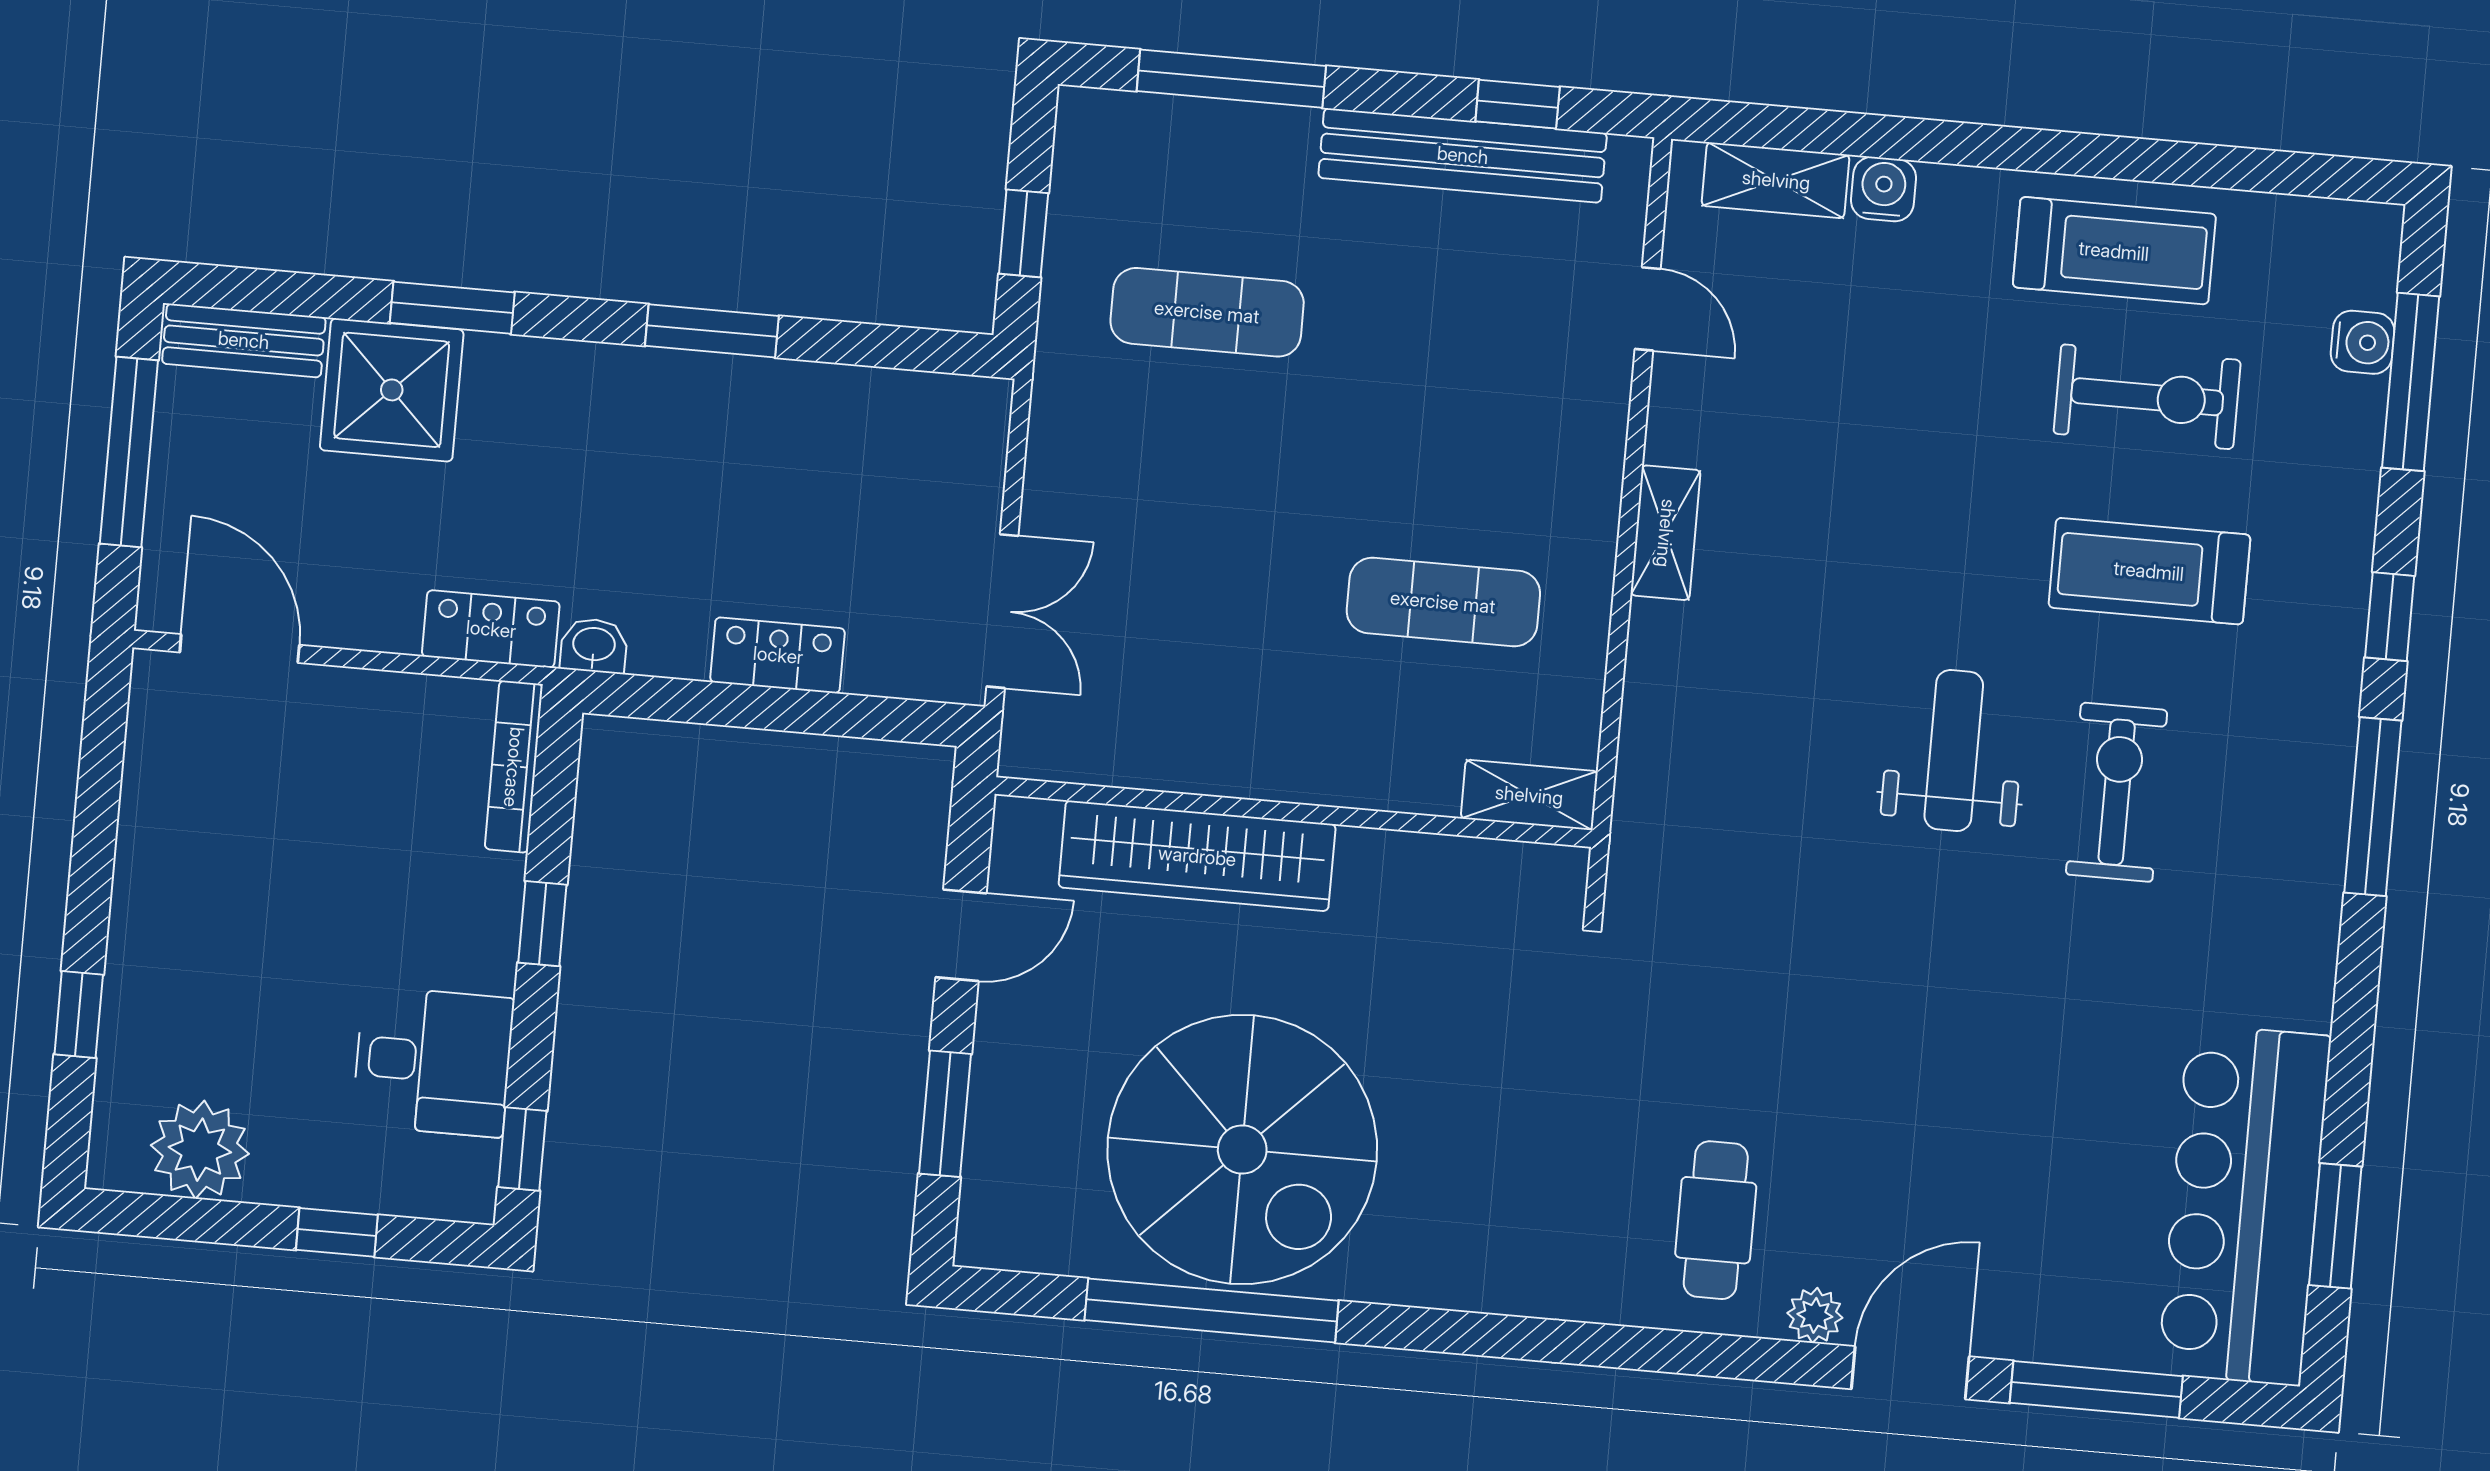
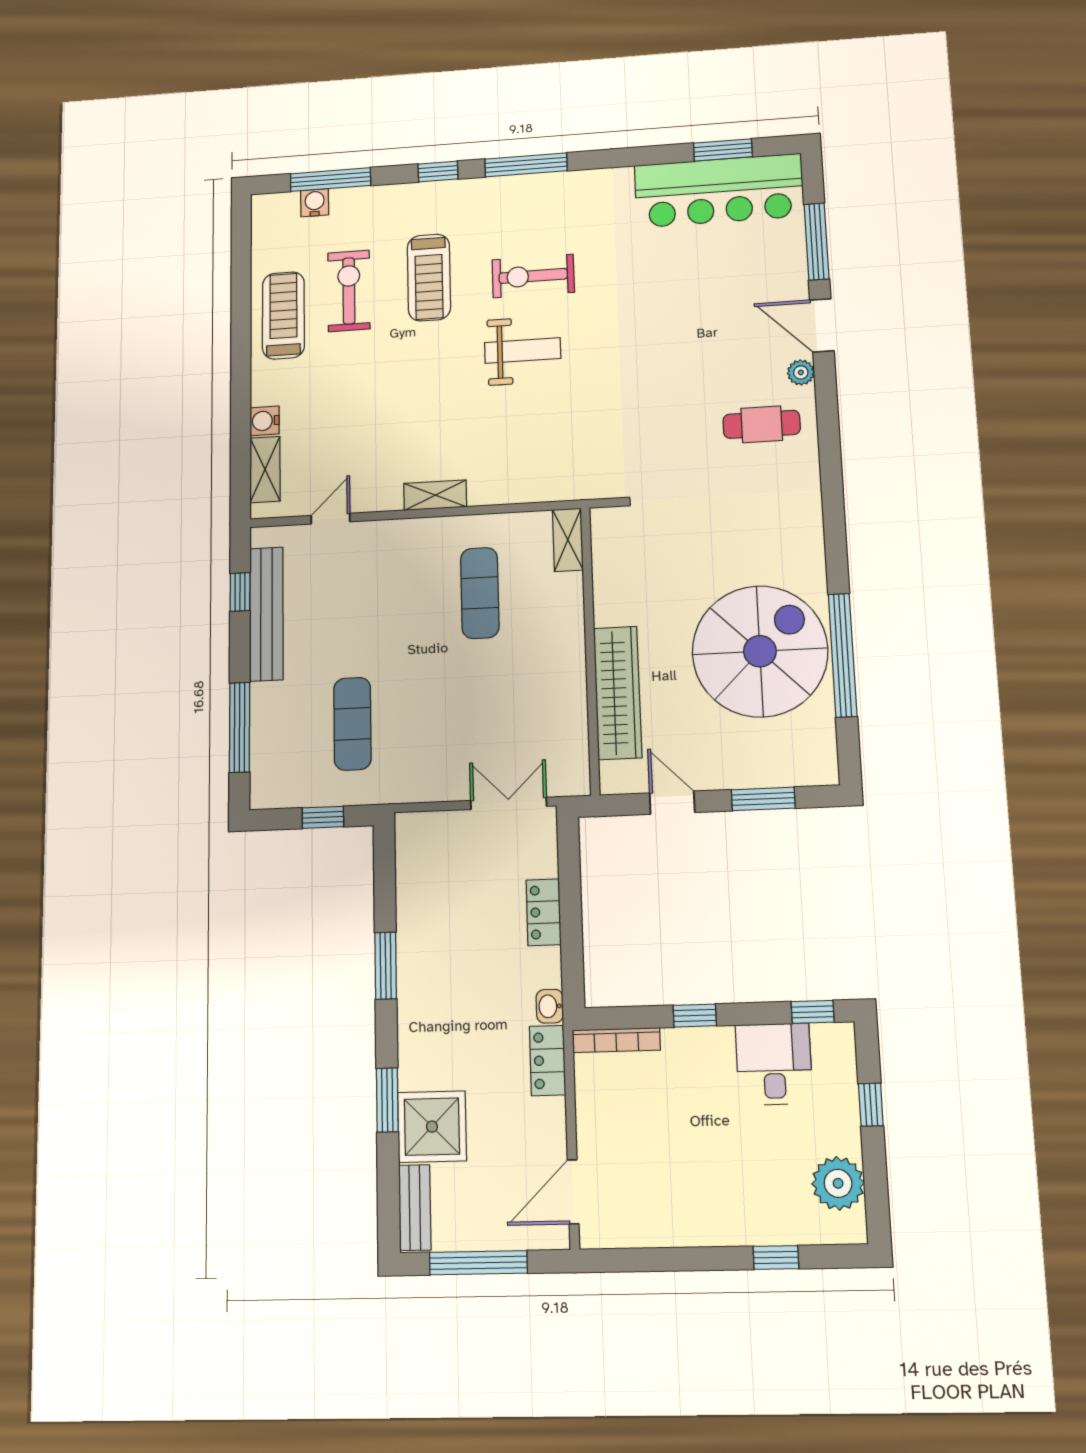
weight bench: (1954, 751) -> (523, 350), turned 180

